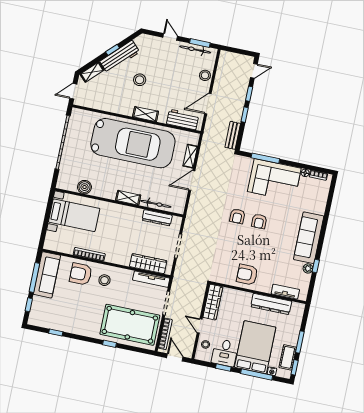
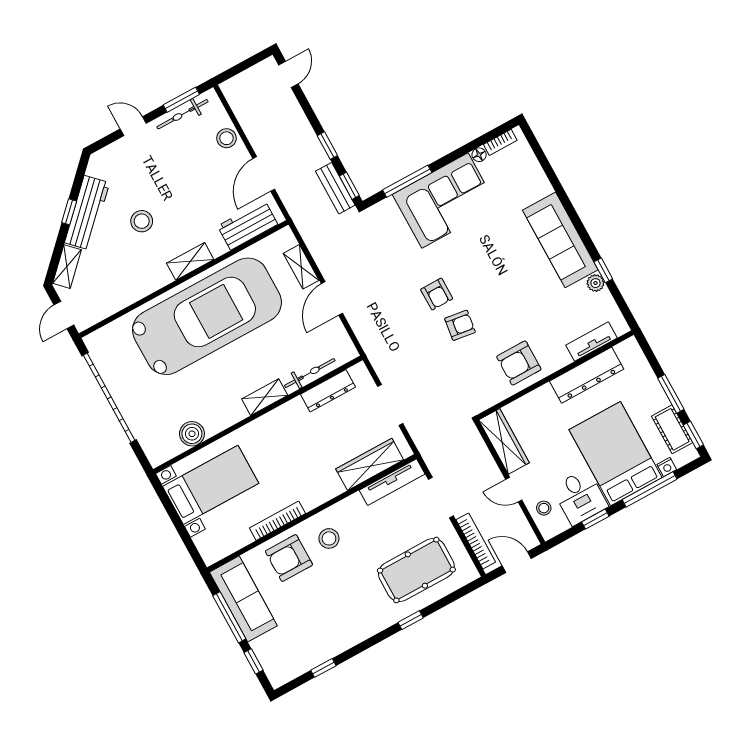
window: (249, 94) -> (349, 186), moved
armchair: (259, 221) -> (460, 325), moved, turned -82
pool table: (130, 325) -> (416, 570), width x0.73, depth x0.76

